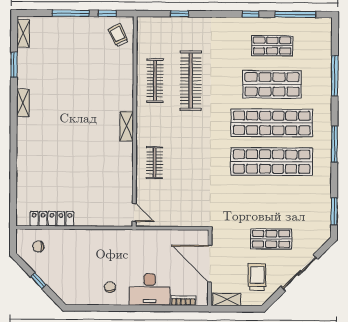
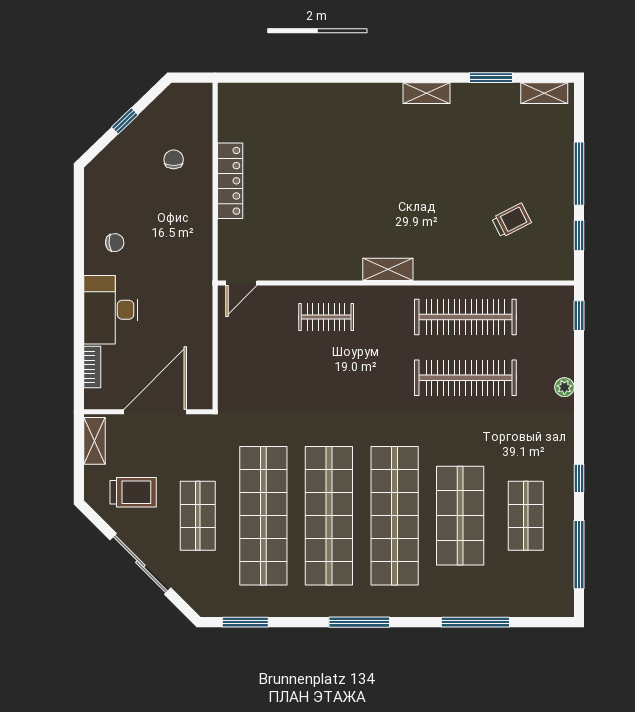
window: (180, 14) -> (579, 316), moved
plant: (197, 22) -> (564, 387), added
trolley: (118, 35) -> (511, 220), moved
clothes rail: (155, 81) -> (465, 317), width x1.37, depth x1.31
shop shelf: (271, 200) -> (263, 516), added
locker: (52, 219) -> (230, 181), moved
chair: (38, 246) -> (174, 159), moved

